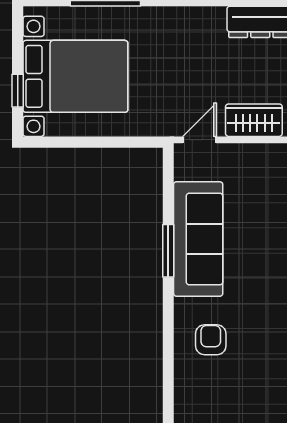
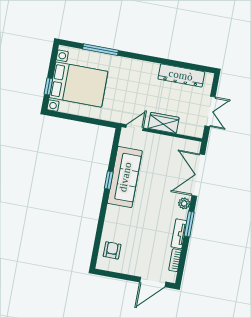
window: (168, 251) -> (109, 180), width x0.67
armchair: (211, 340) -> (112, 250), moved

